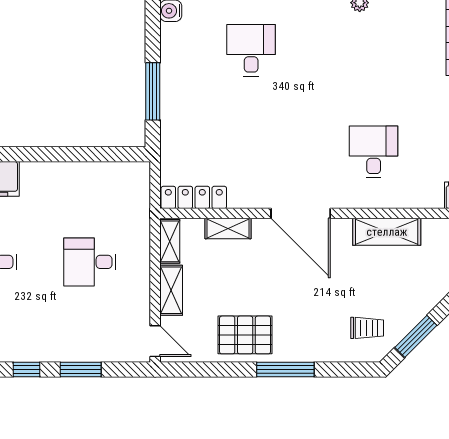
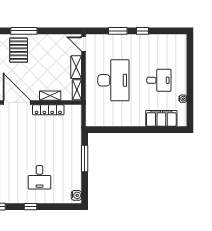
locker: (194, 197) -> (48, 110), moved
desk: (90, 262) -> (113, 80), width x1.87, depth x1.30
pallet: (245, 335) -> (19, 50), moved, turned 90

